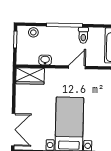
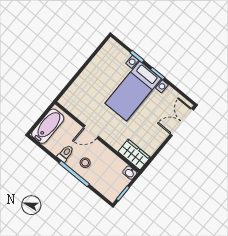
stool: (33, 32) -> (85, 163), moved
washbasin: (45, 60) -> (130, 173), moved

